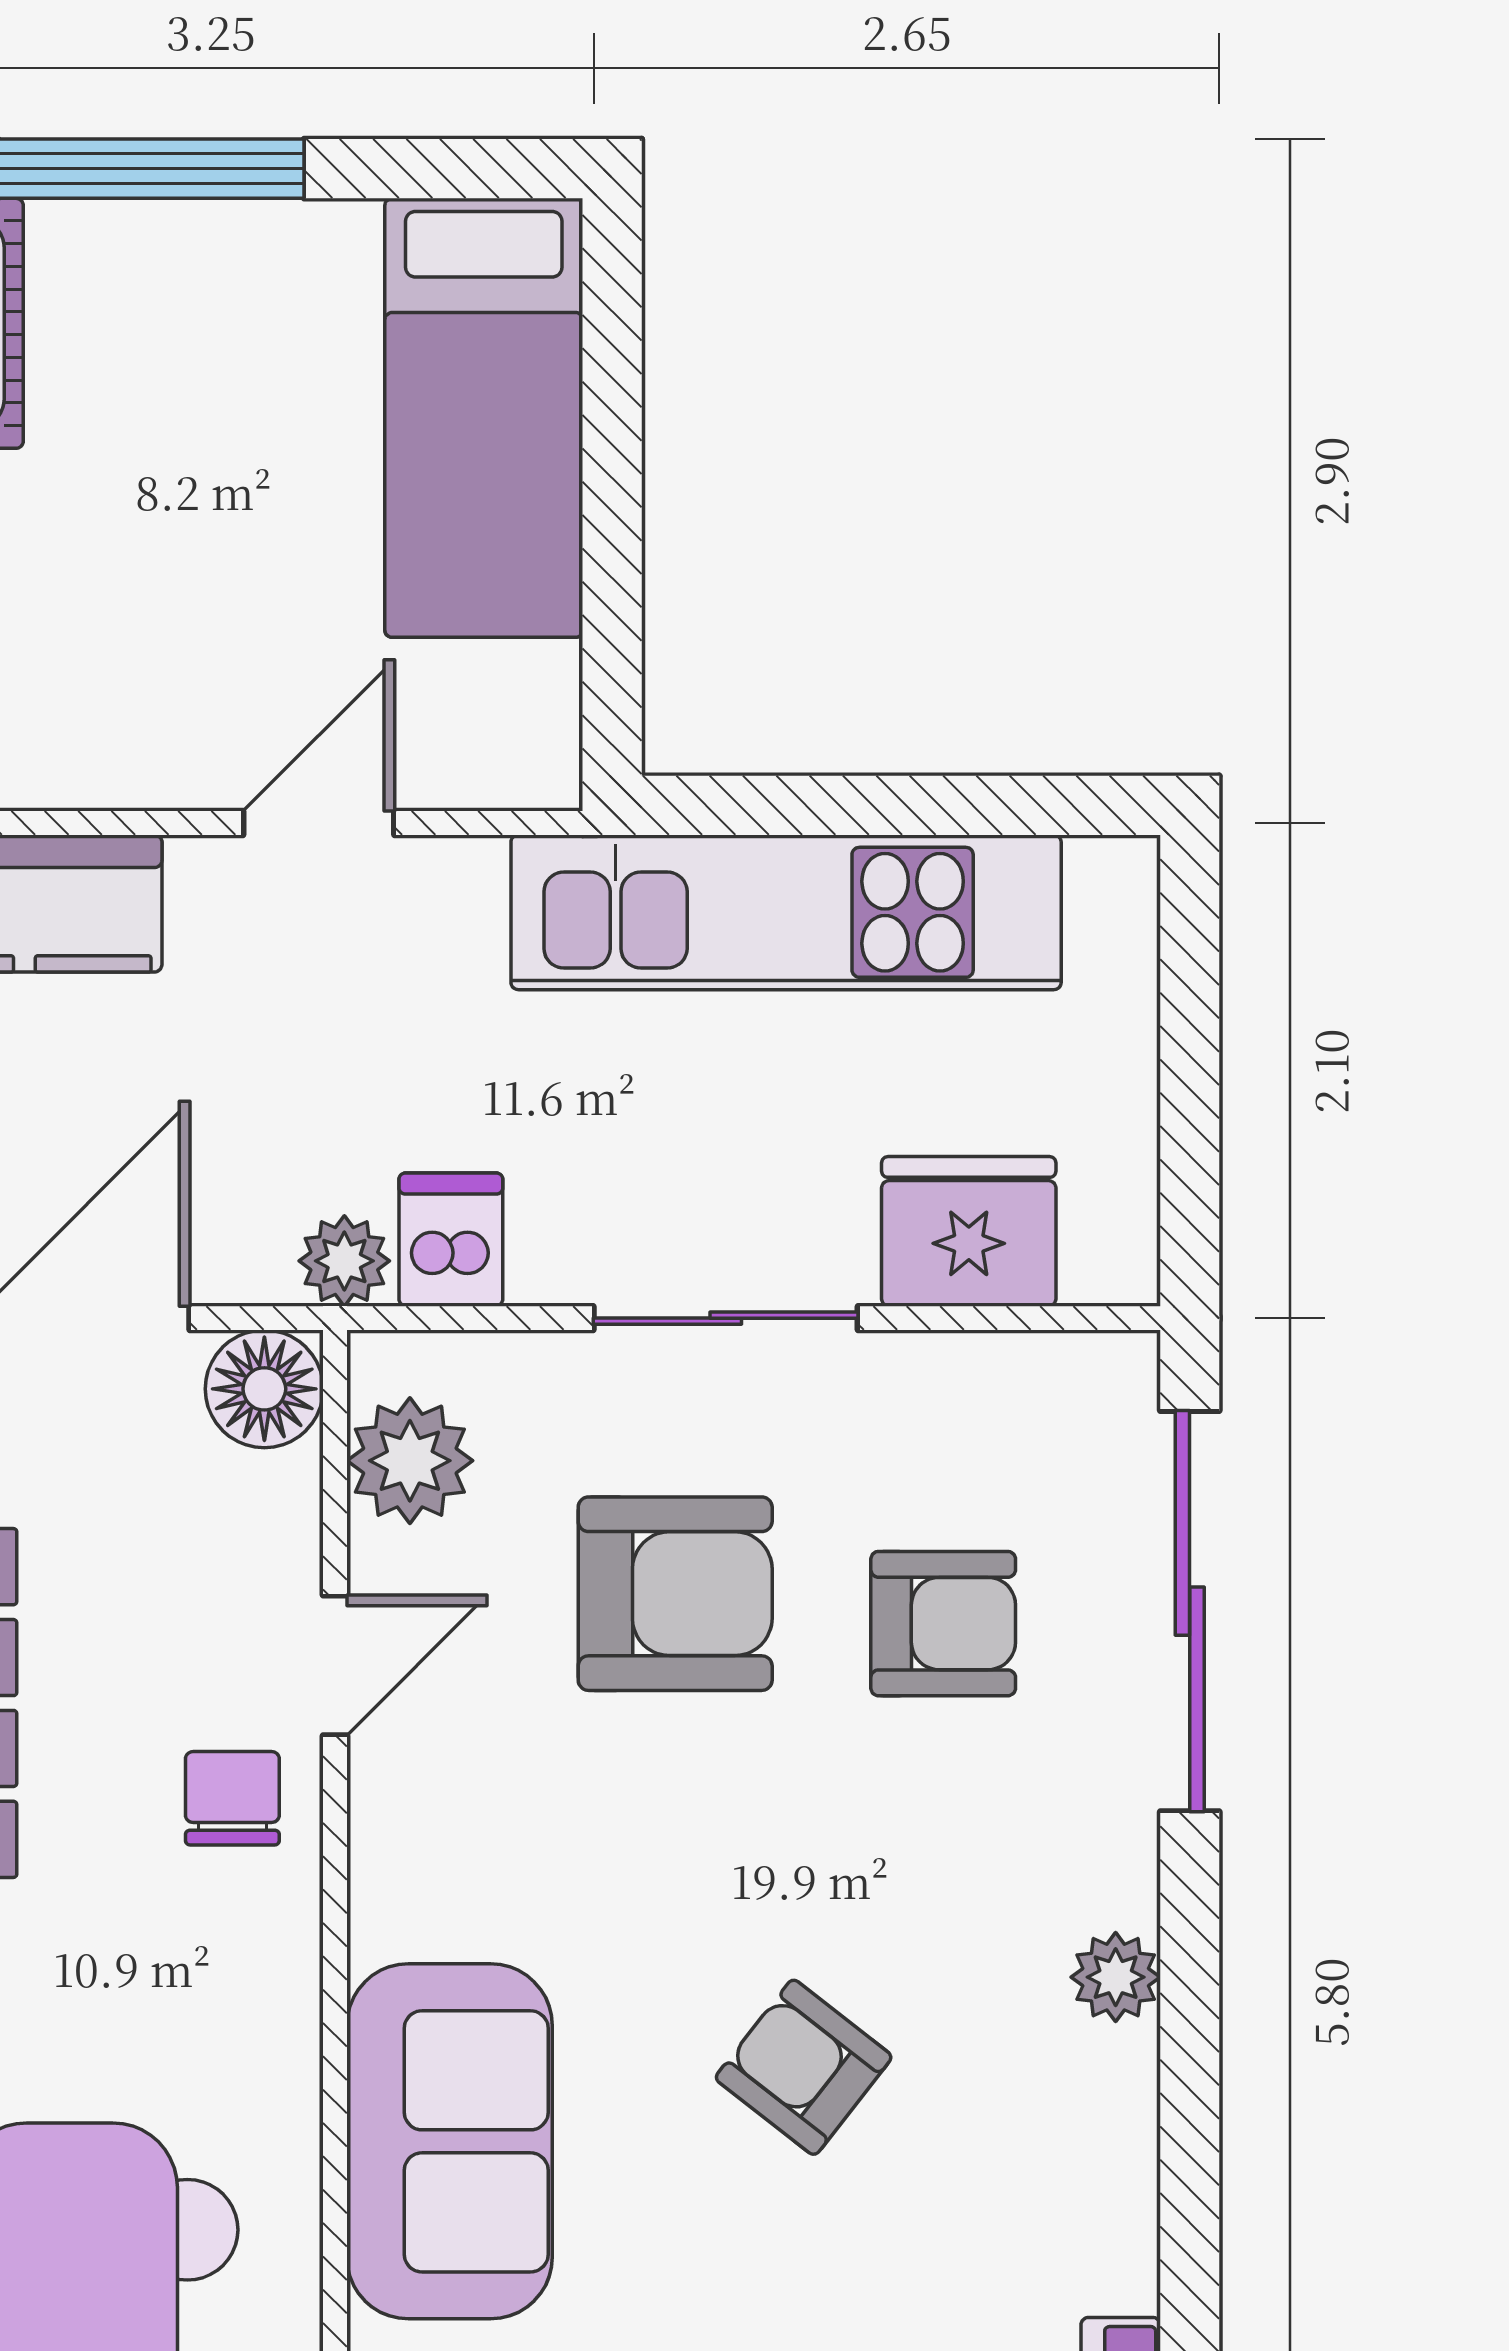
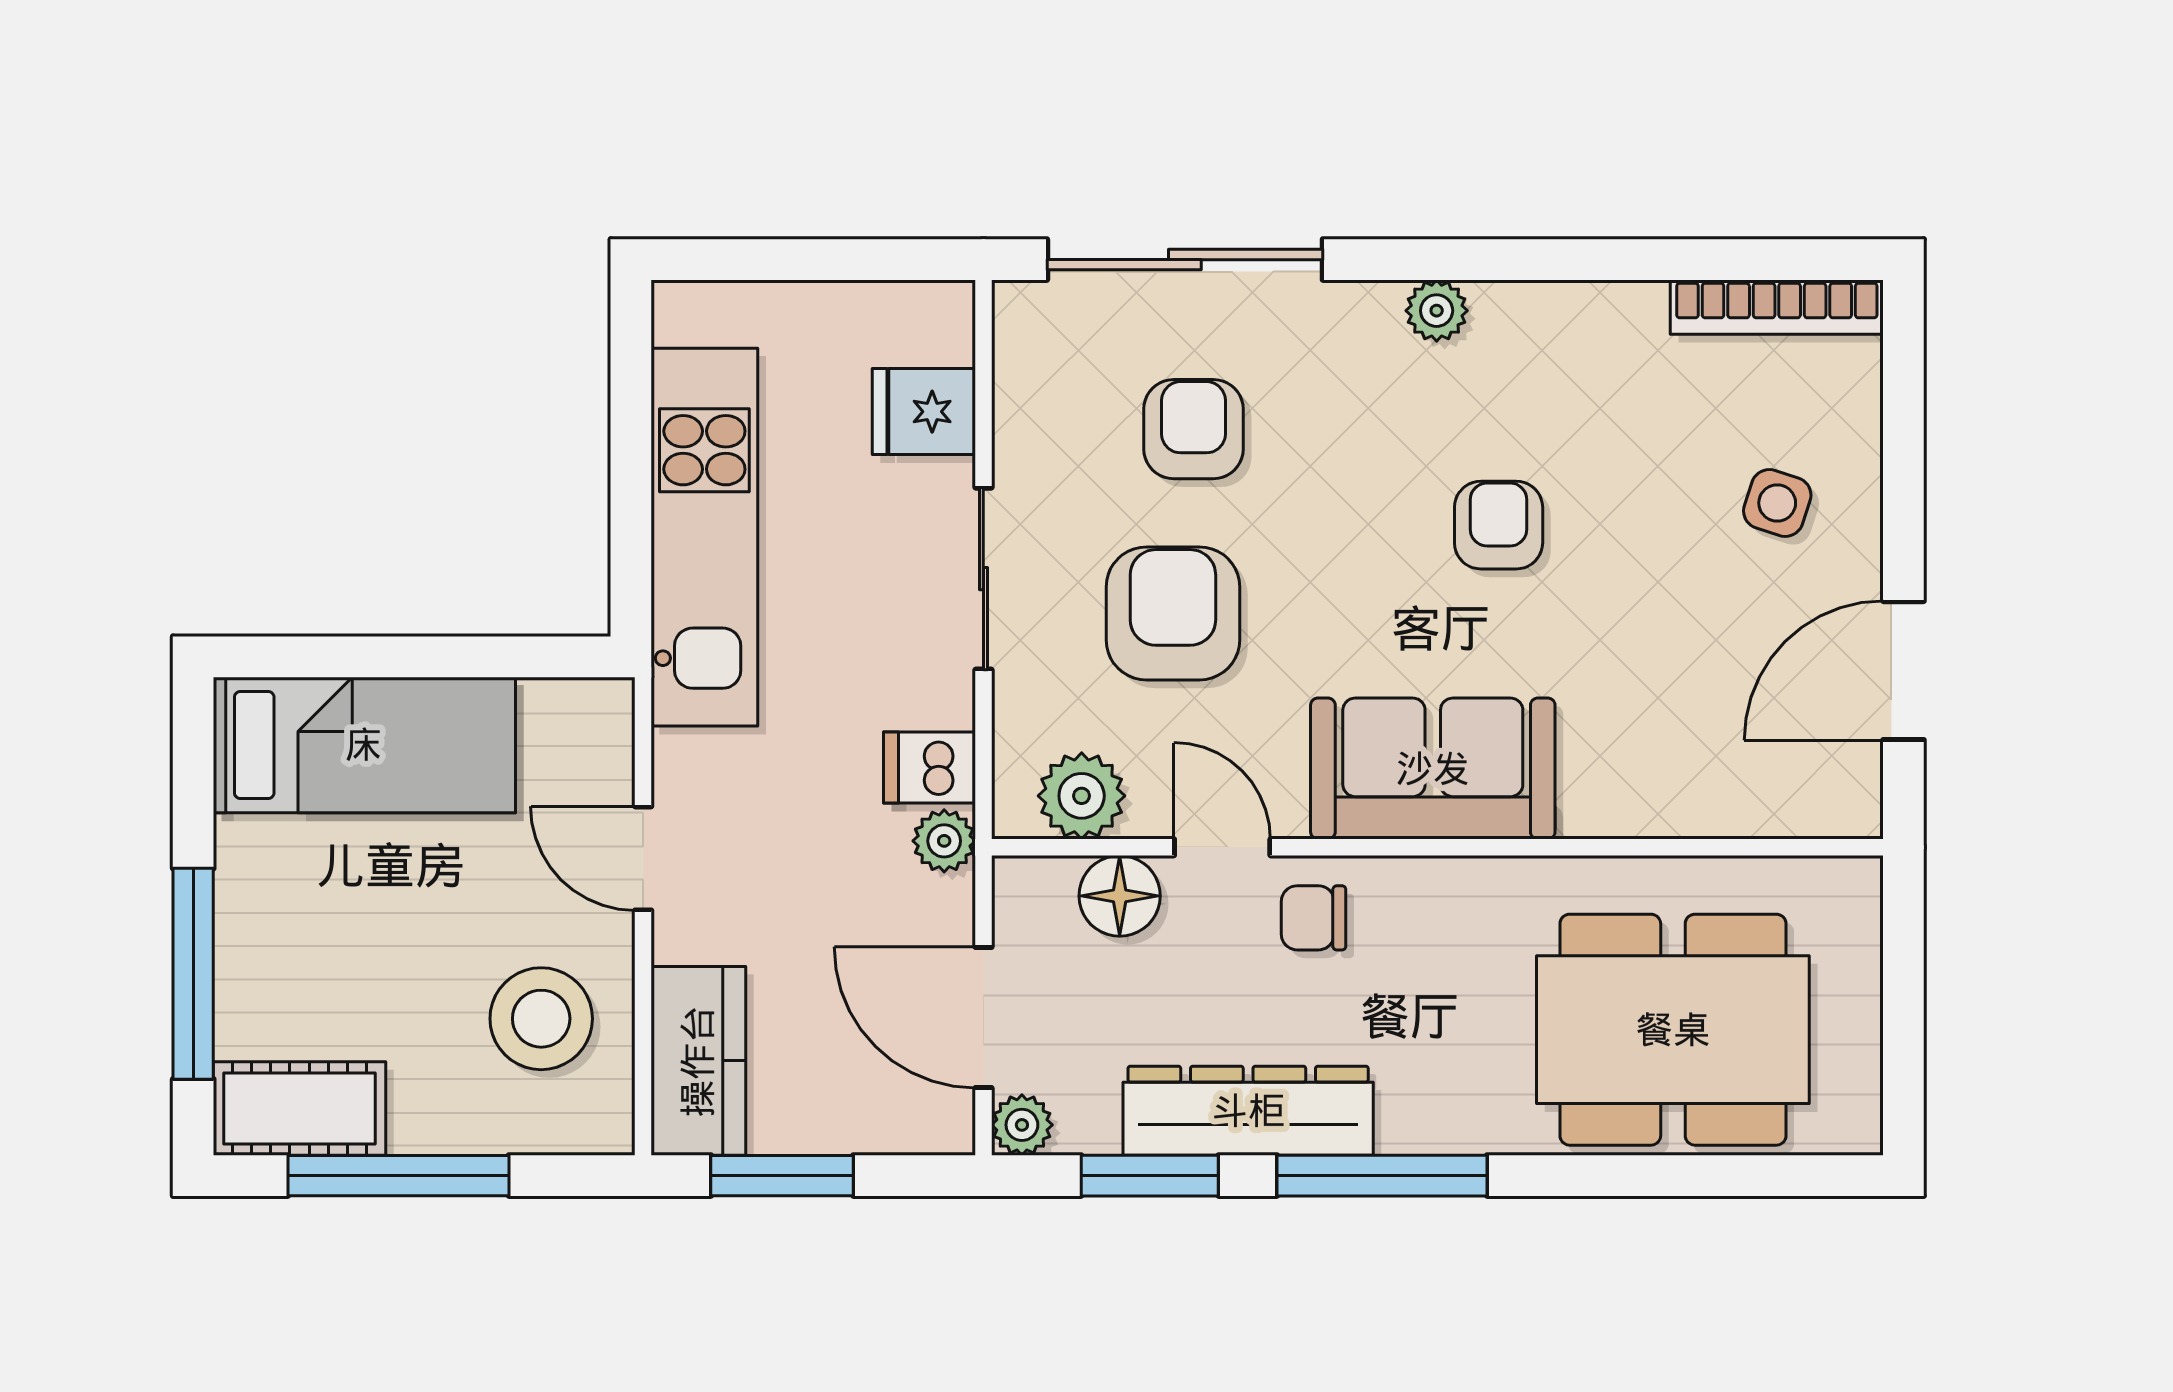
stool: (86, 675) -> (541, 1019), added
fridge: (969, 1231) -> (924, 412), width x0.72
floor lamp: (264, 1389) -> (1120, 896), moved
armchair: (804, 2067) -> (1499, 525), turned 142
sofa: (450, 2141) -> (1433, 769), moved

